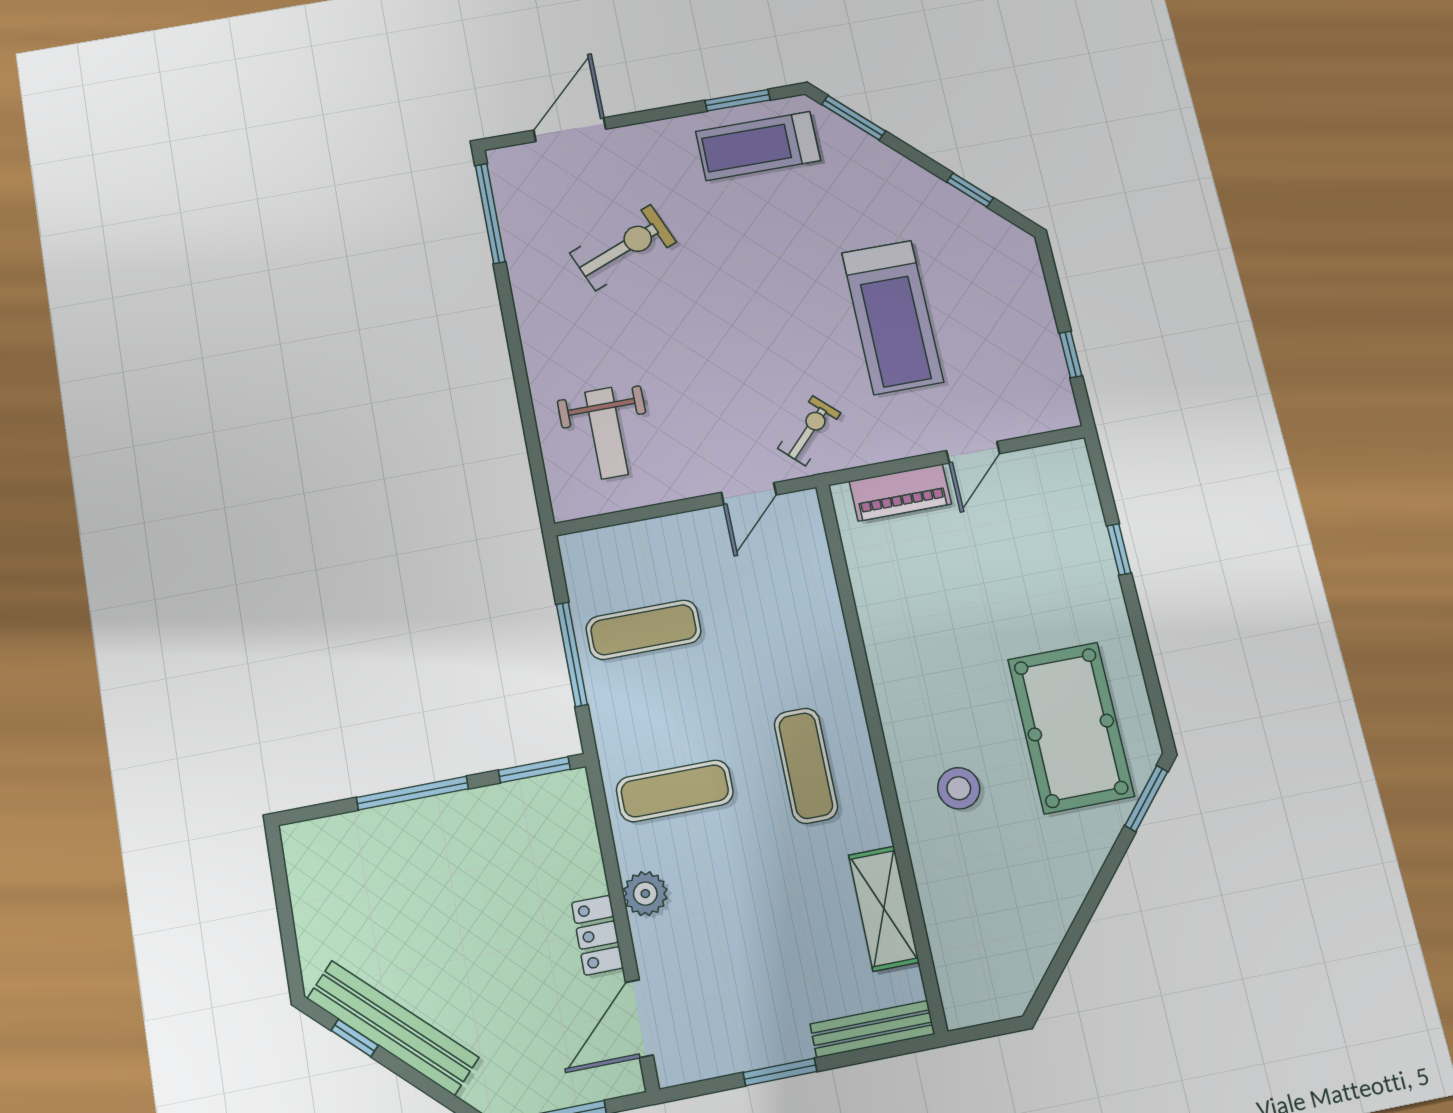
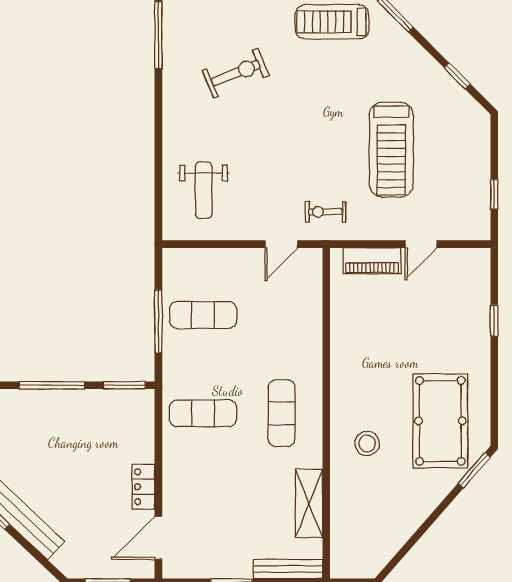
exercise bike: (809, 431) -> (326, 212), turned -134
plant: (645, 894) -> (175, 469), removed

